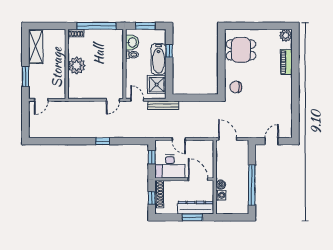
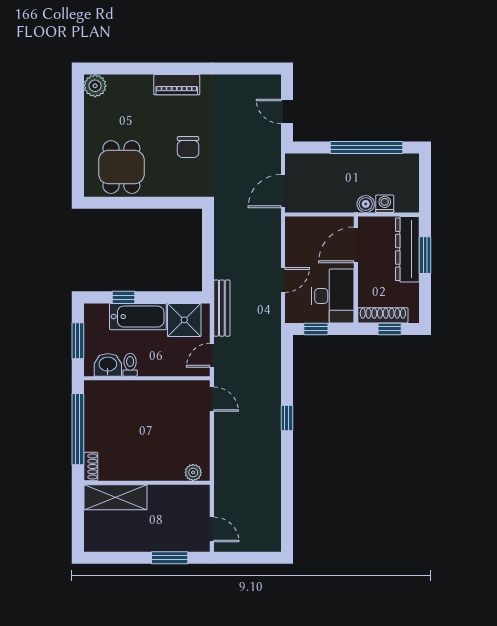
shelving: (36, 46) -> (116, 497), moved
piano: (286, 62) -> (177, 85), moved
plant: (77, 66) -> (193, 472), moved, width x0.53, depth x0.53
chair: (236, 87) -> (188, 147), moved

